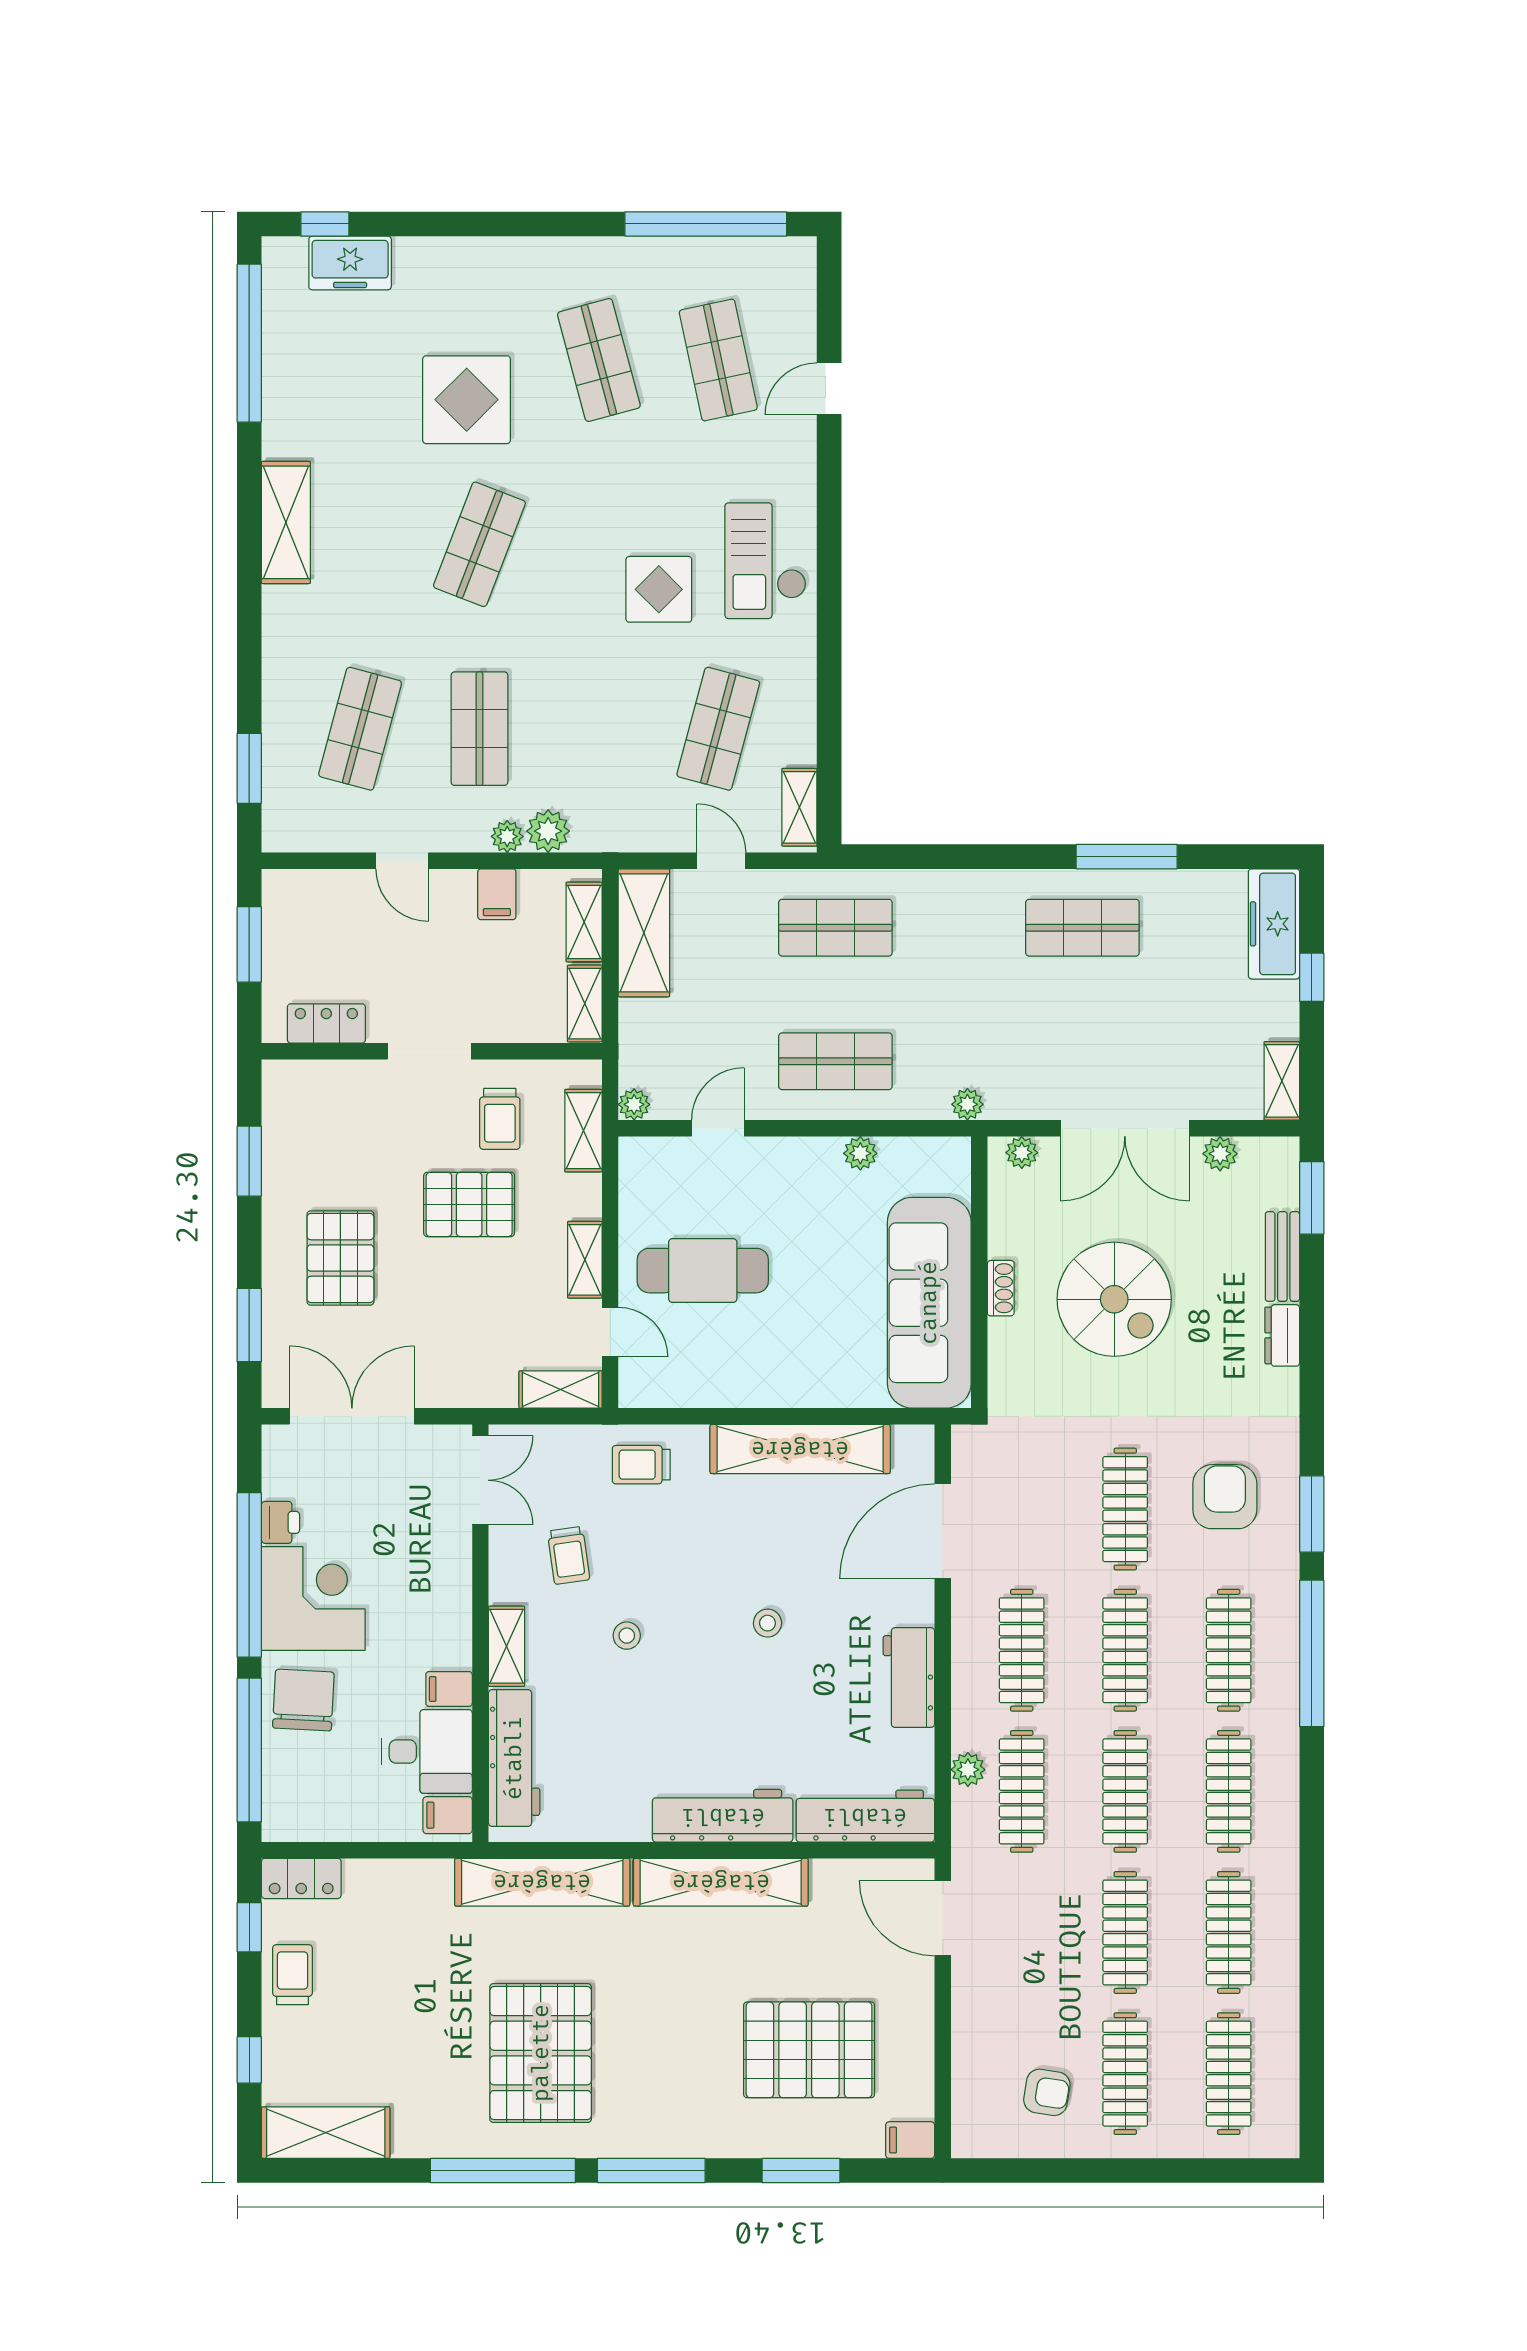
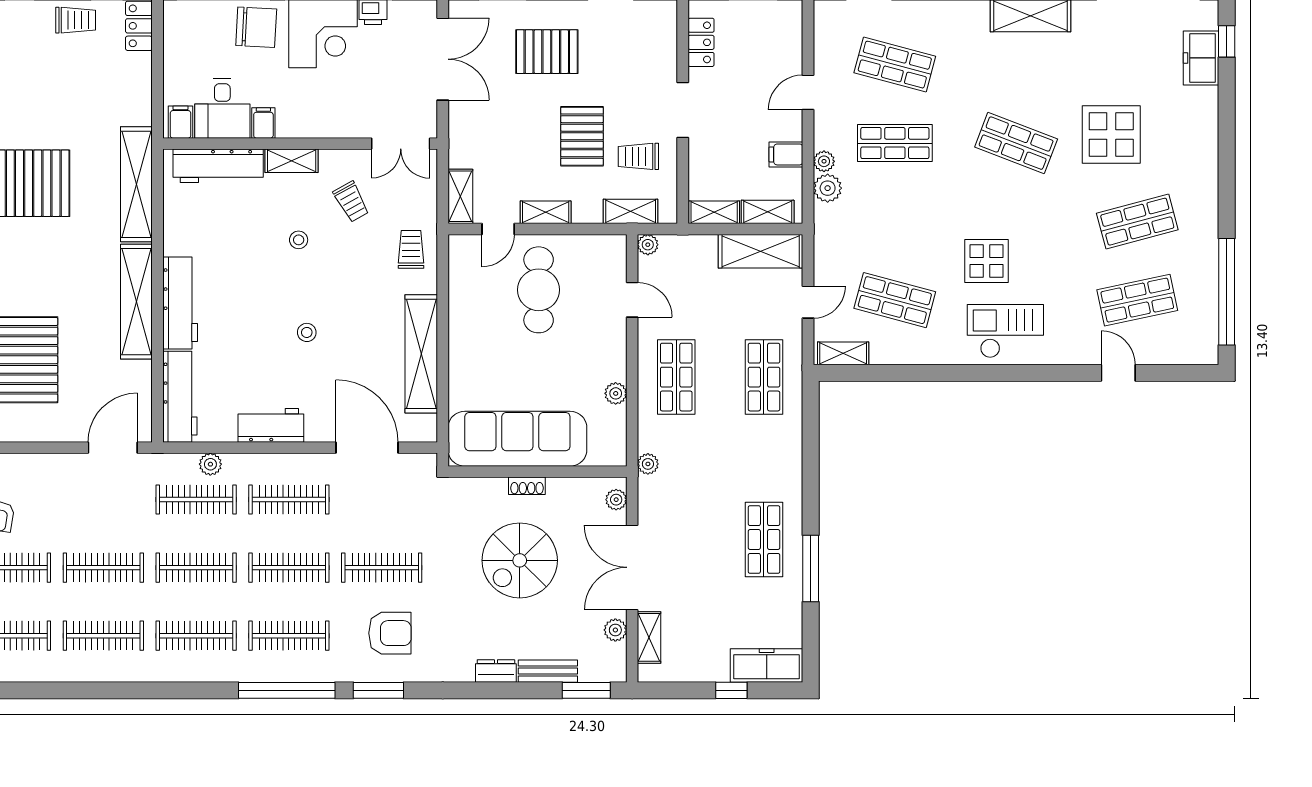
shelving: (1282, 1081) -> (649, 637), moved, turned 90
trolley: (569, 1555) -> (351, 202), turned -111

